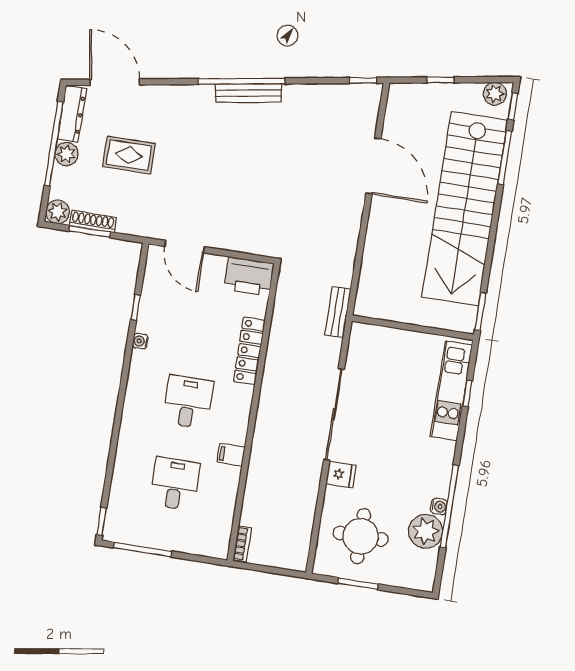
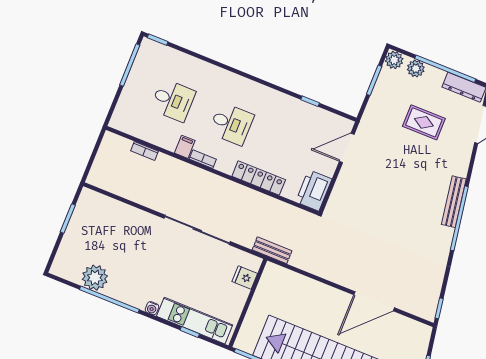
bench: (248, 93) -> (454, 202), moved
plant: (66, 154) -> (416, 68), moved
rug: (129, 155) -> (424, 122), turned 90
shoe rack: (93, 222) -> (381, 84), removed
water cooler: (140, 341) -> (284, 99), removed
bookcase: (242, 428) -> (203, 159), added
fridge: (341, 475) -> (245, 277), moved, turned 90
water cooler: (439, 506) -> (152, 308), moved
round table: (361, 536) -> (102, 229), removed
bookcase: (242, 544) -> (145, 151), moved

